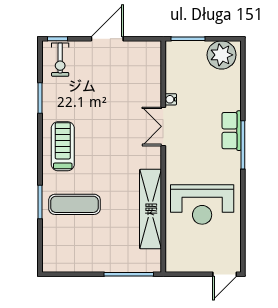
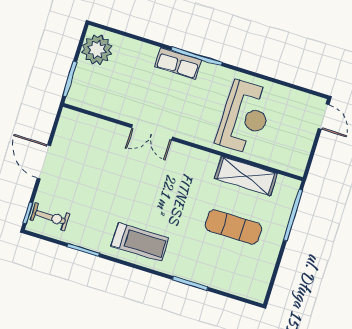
water cooler: (171, 99) -> (126, 116), removed
treadmill: (63, 146) -> (140, 242), turned 180
exercise mat: (75, 204) -> (233, 227), moved, turned 90
shelving: (151, 209) -> (246, 176), width x0.68

